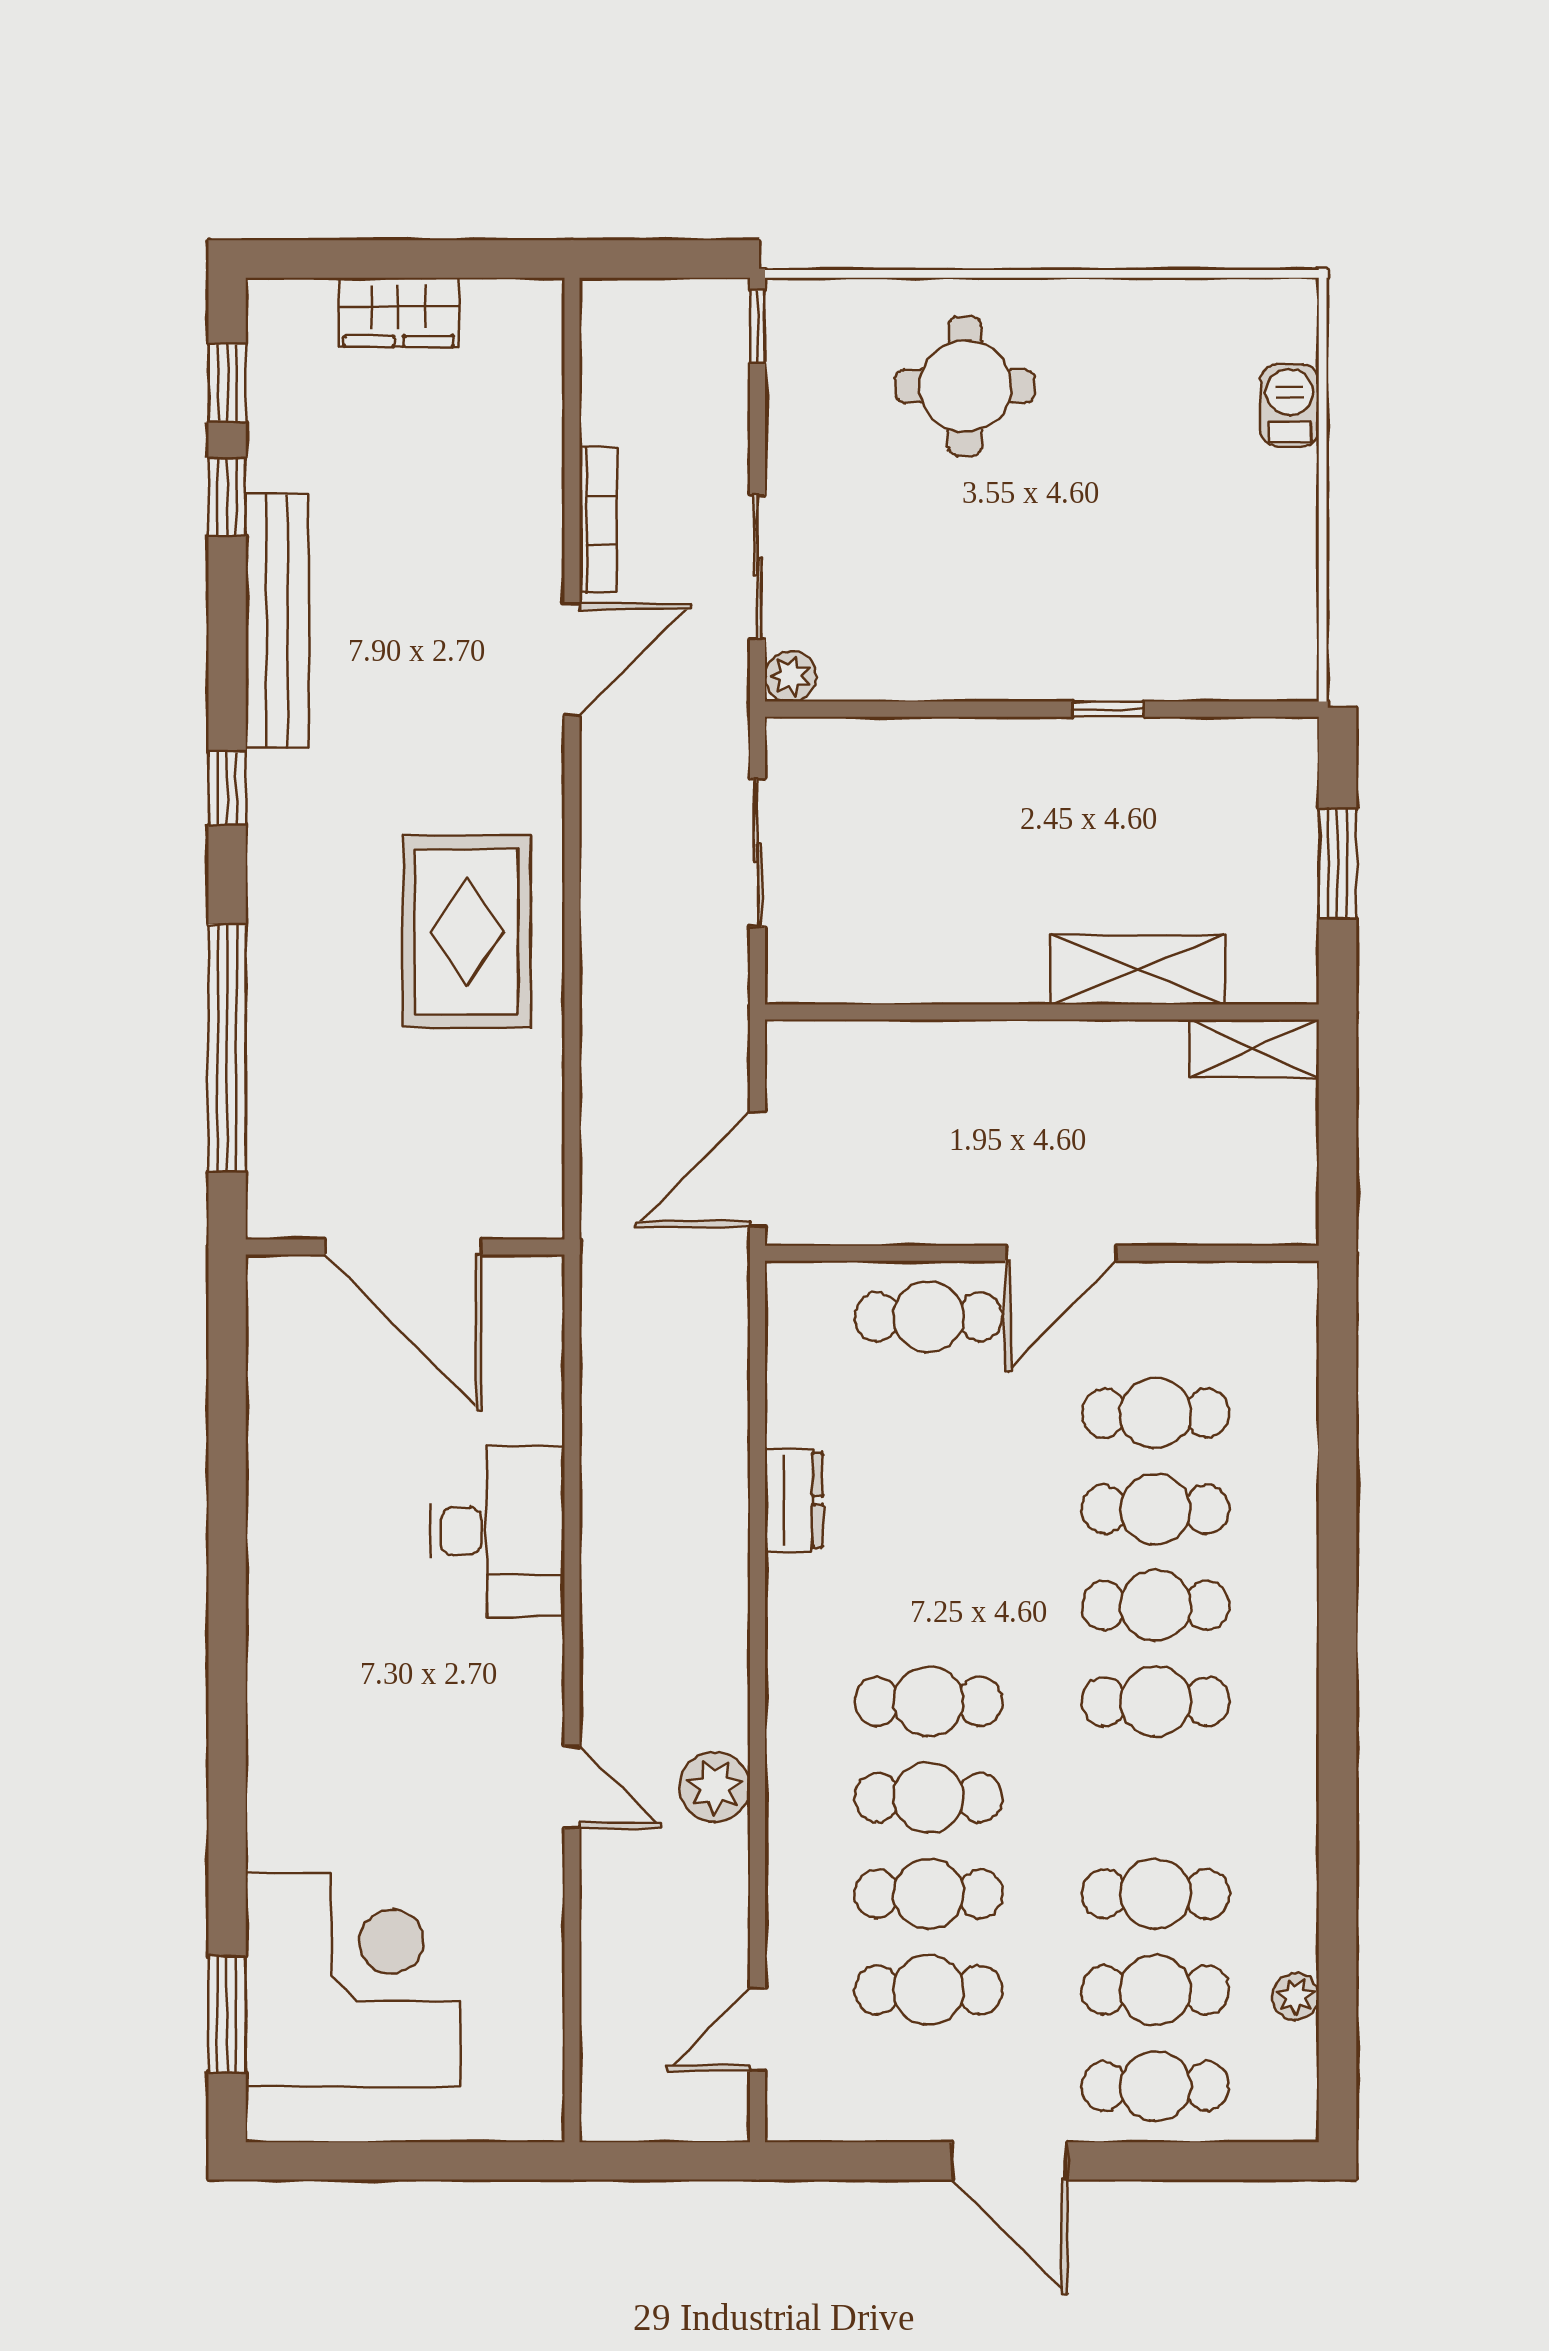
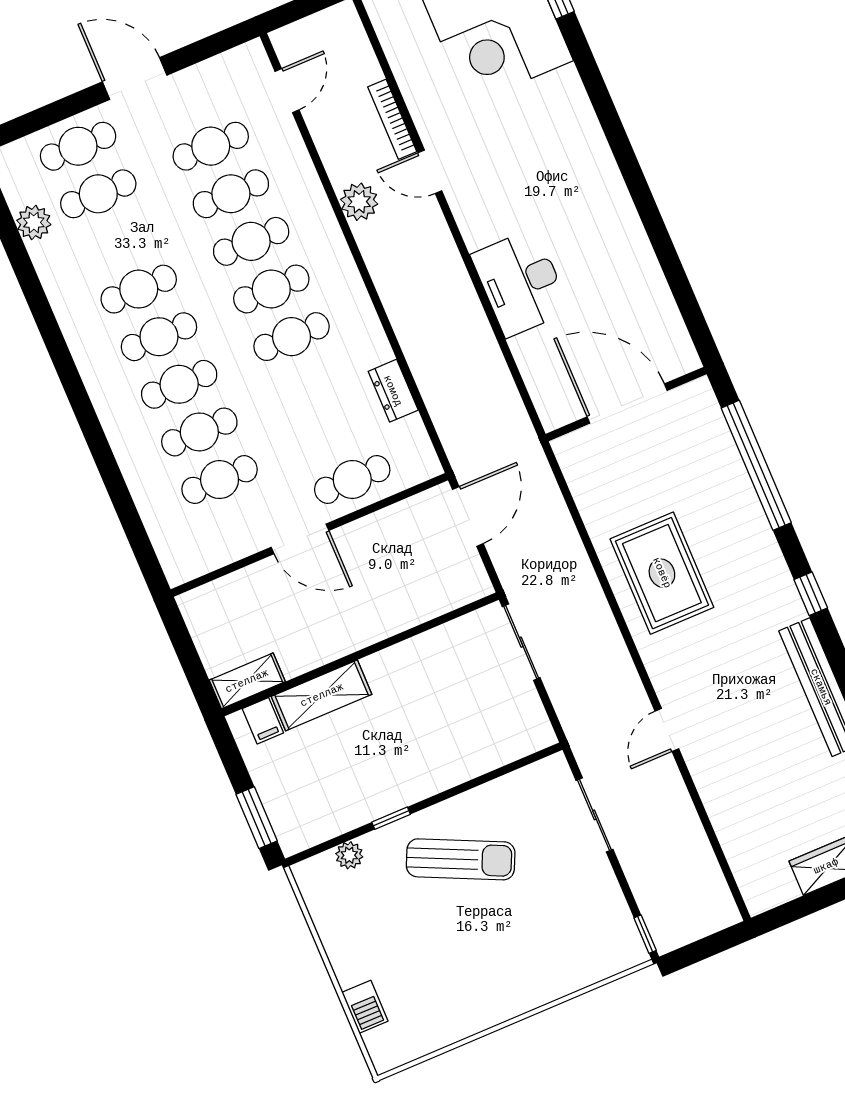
round table: (965, 386) -> (530, 948), removed
bookcase: (598, 520) -> (392, 119), moved
sun lounger: (1019, 588) -> (461, 859), added
door: (572, 660) -> (667, 730), width x0.73
plant: (791, 676) -> (349, 855), moved
sliding door: (758, 853) -> (521, 642), moved
window: (1338, 863) -> (257, 818), moved
filing cabinet: (1257, 969) -> (263, 721), added
door: (1061, 1253) -> (300, 539), swing flipped
dresser: (794, 1500) -> (393, 391), moved
cafe table: (929, 1605) -> (292, 337), added
cafe table: (1155, 1894) -> (139, 289), moved
plant: (1295, 1997) -> (34, 222), width x1.38, depth x1.38

